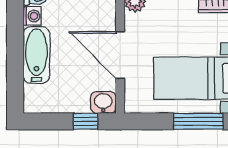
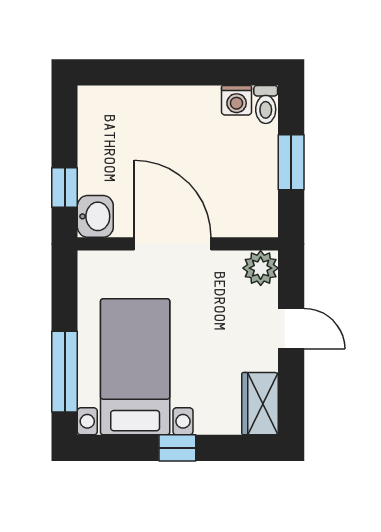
bathtub: (36, 55) -> (173, 107), removed
door: (120, 55) -> (173, 244), hinge flipped

